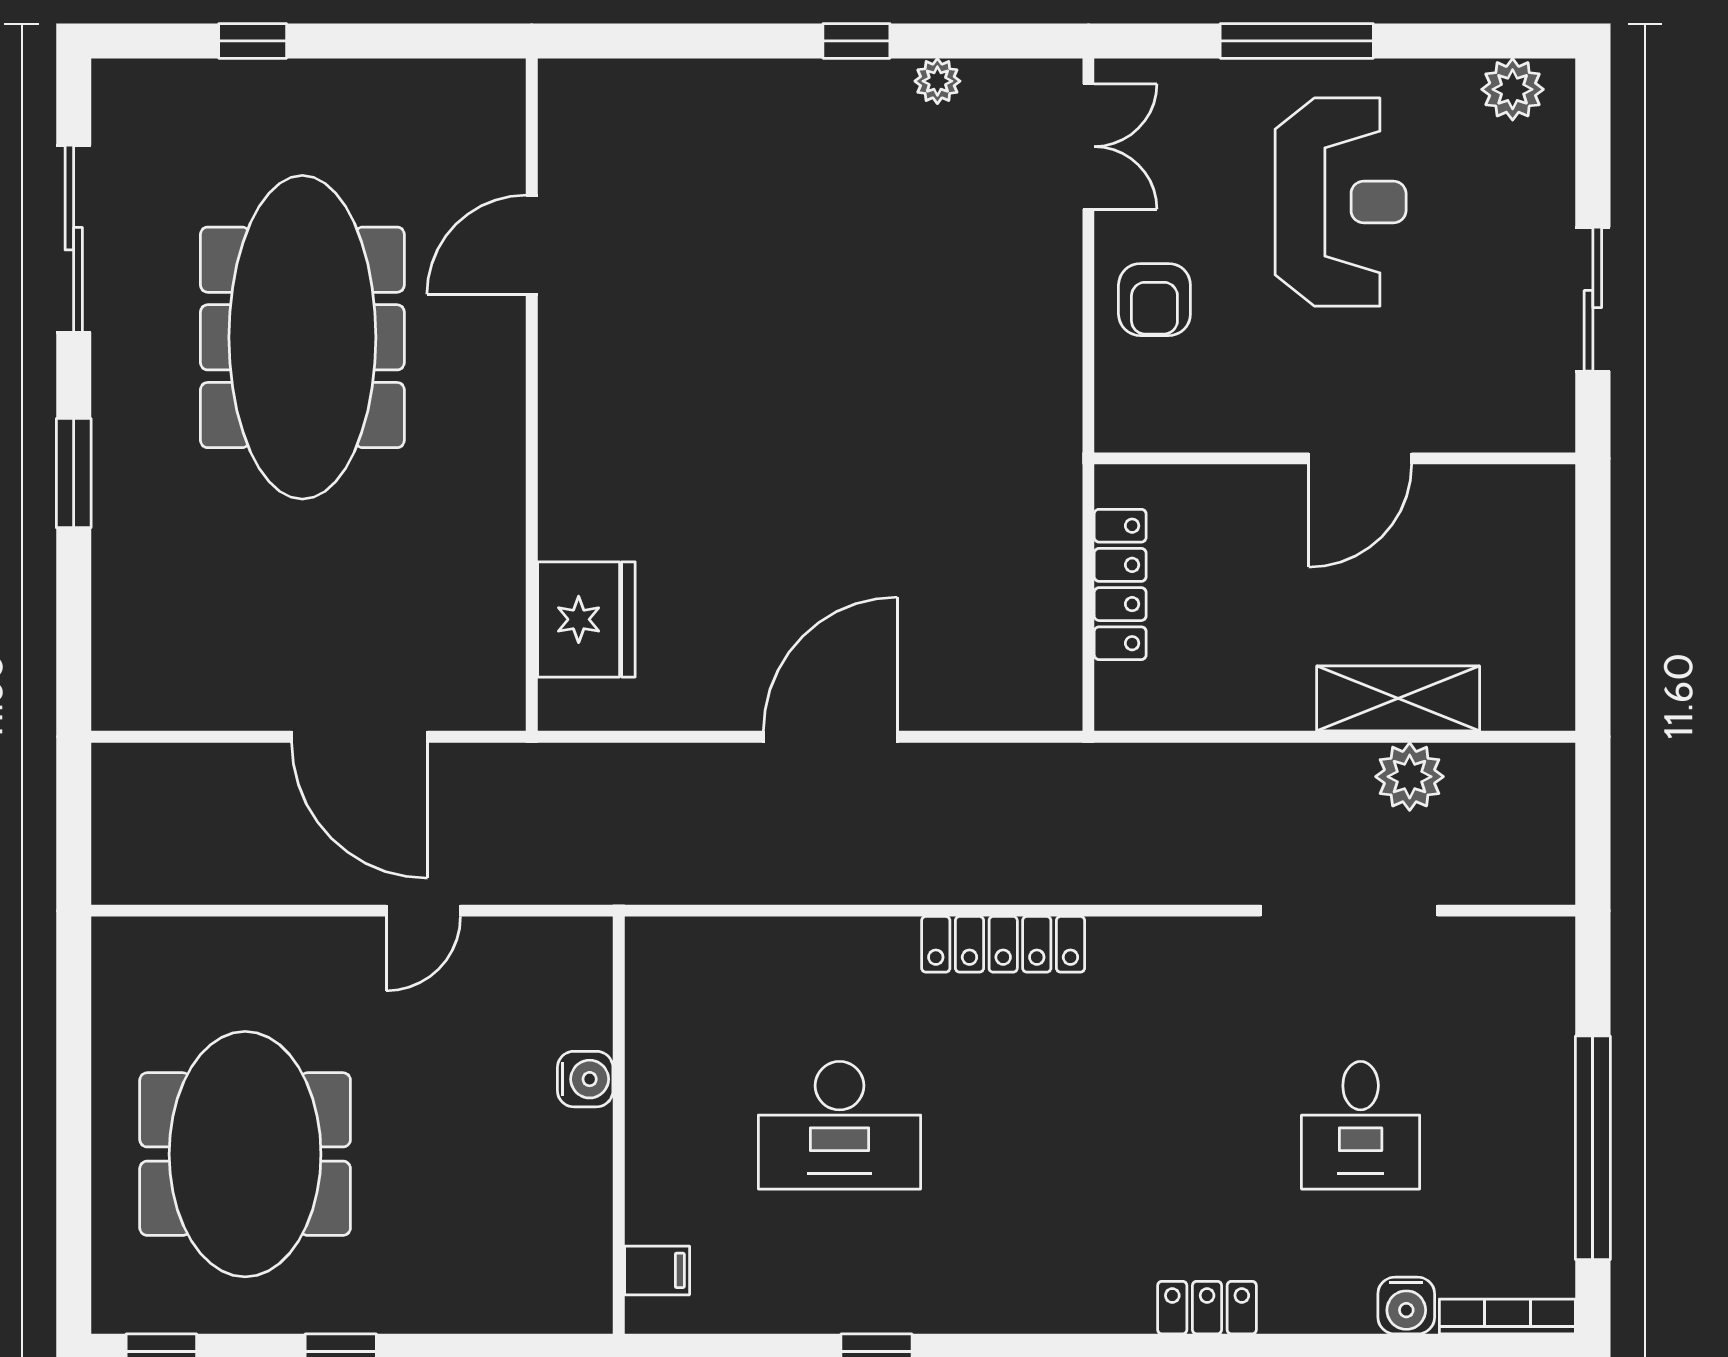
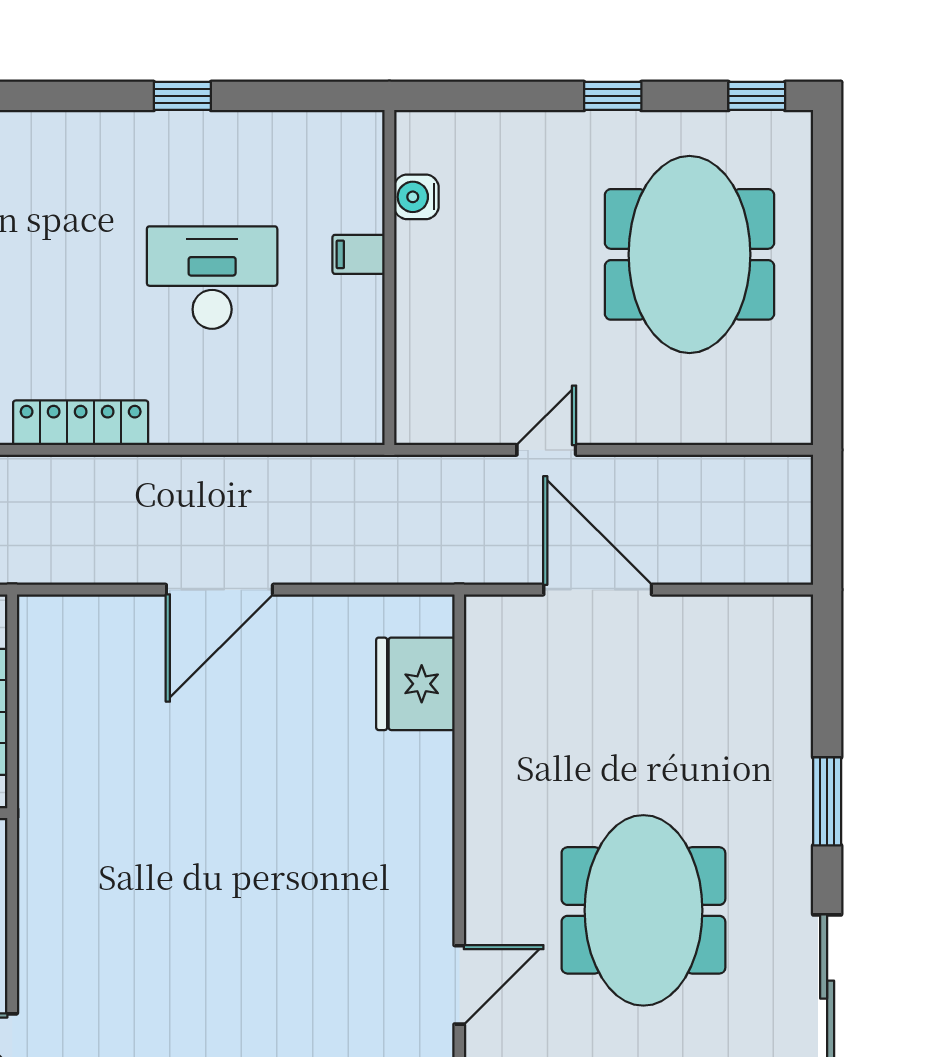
meeting table: (302, 337) -> (643, 910), width x0.73
water cooler: (585, 1079) -> (416, 197), moved
filing cabinet: (657, 1270) -> (359, 254), moved

